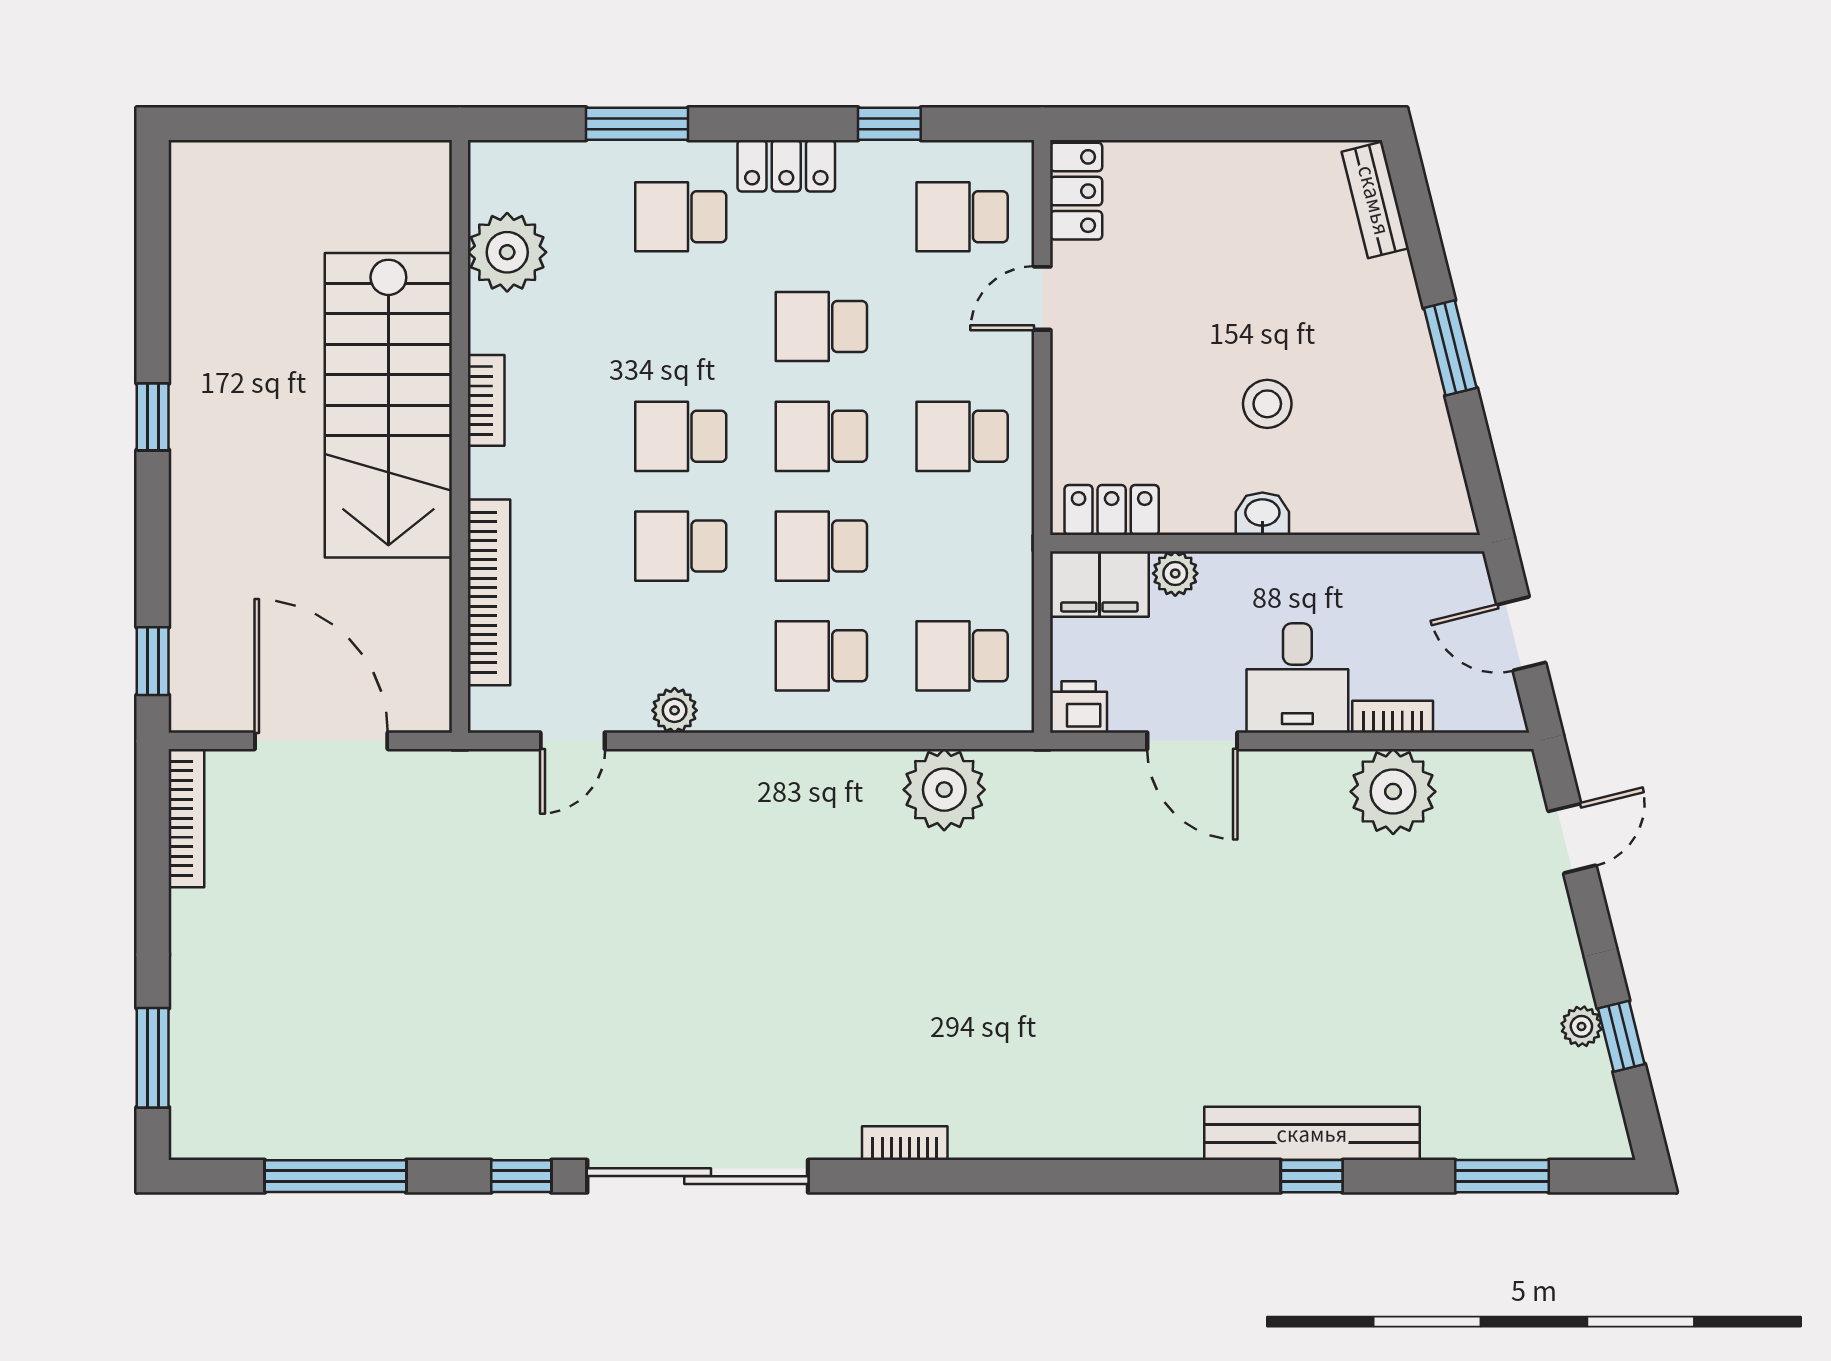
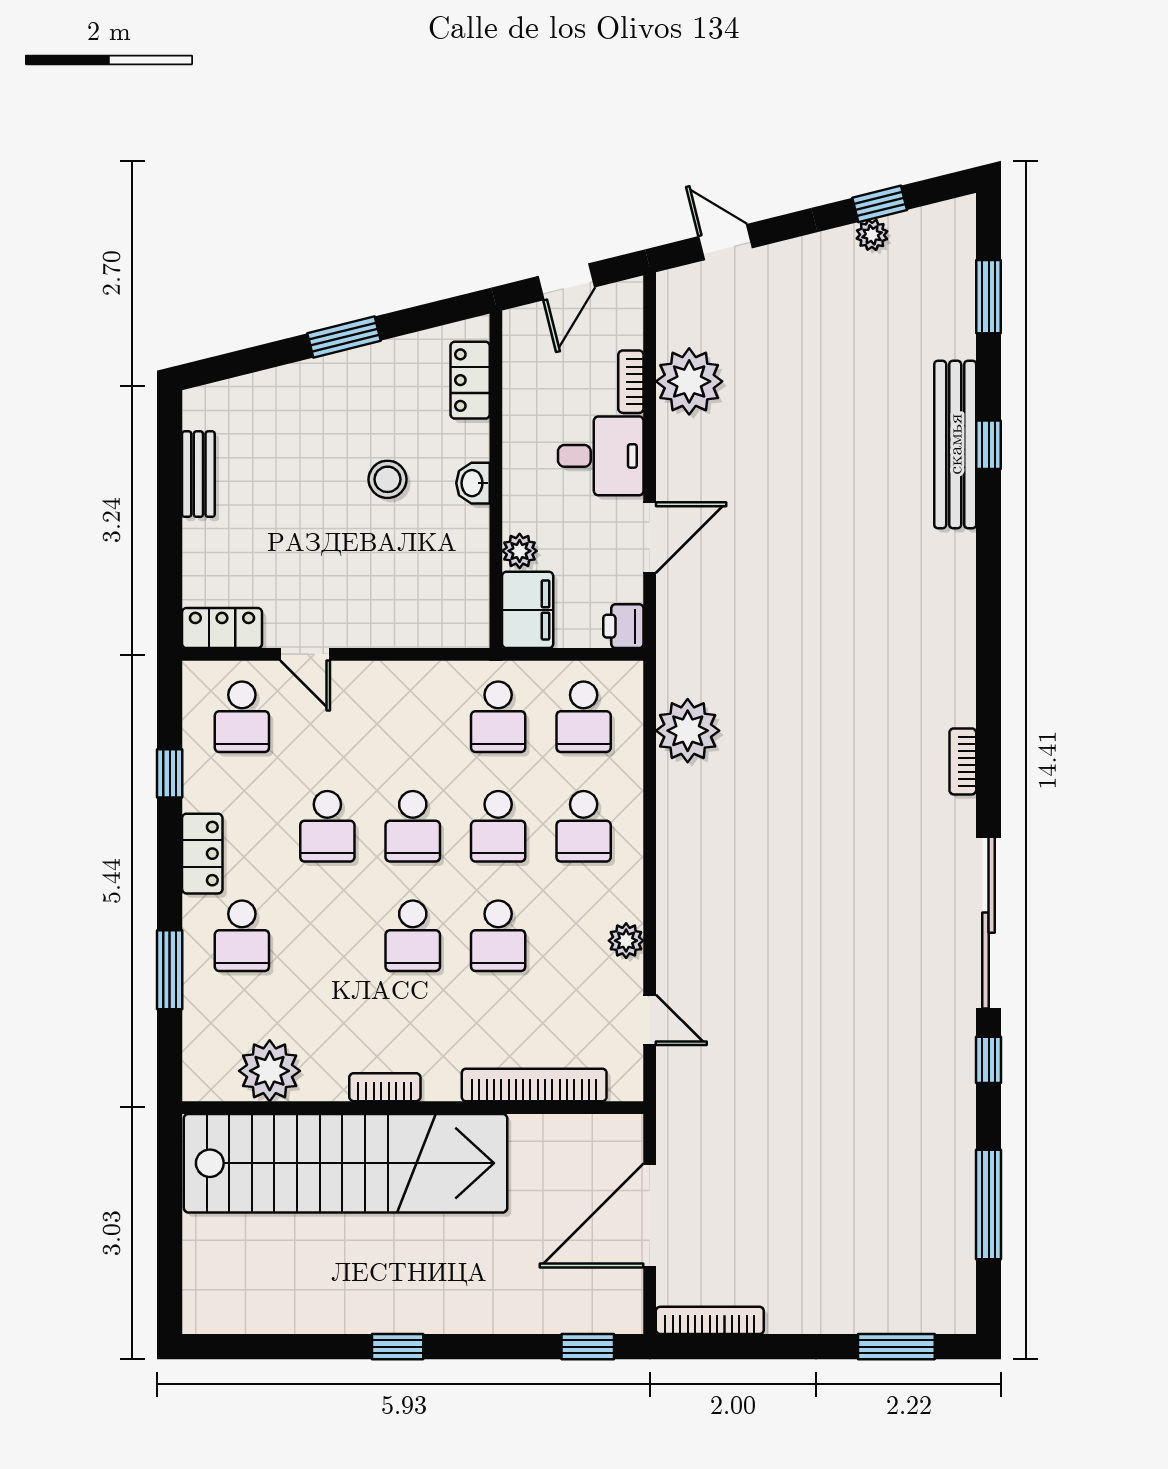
bench: (1375, 200) -> (198, 474), moved, turned -76
stairs: (388, 405) -> (346, 1163), width x1.36
school desk: (962, 436) -> (498, 717), moved
locker: (1112, 510) -> (470, 380), moved

